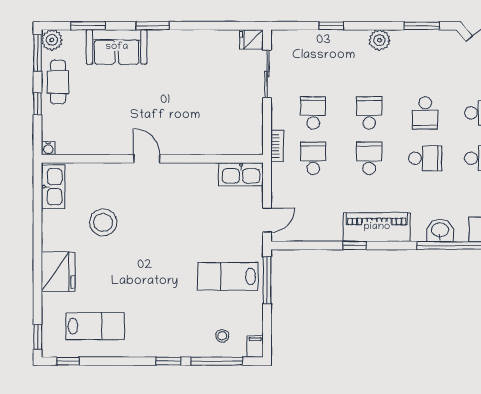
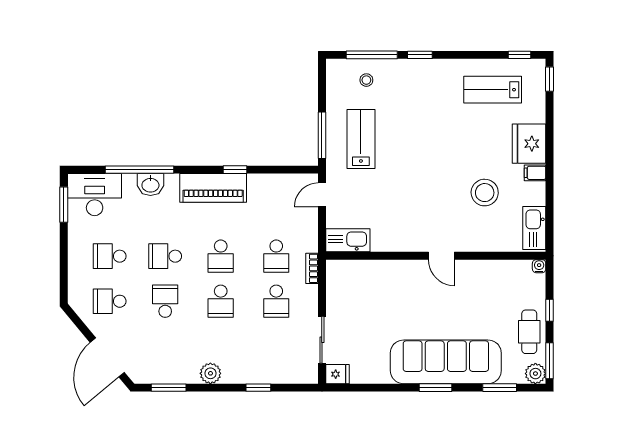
sofa: (117, 47) -> (446, 362), width x1.85, depth x1.27
lab bench: (228, 276) -> (361, 139), turned -90
filing cabinet: (255, 347) -> (535, 173), moved, turned 90

